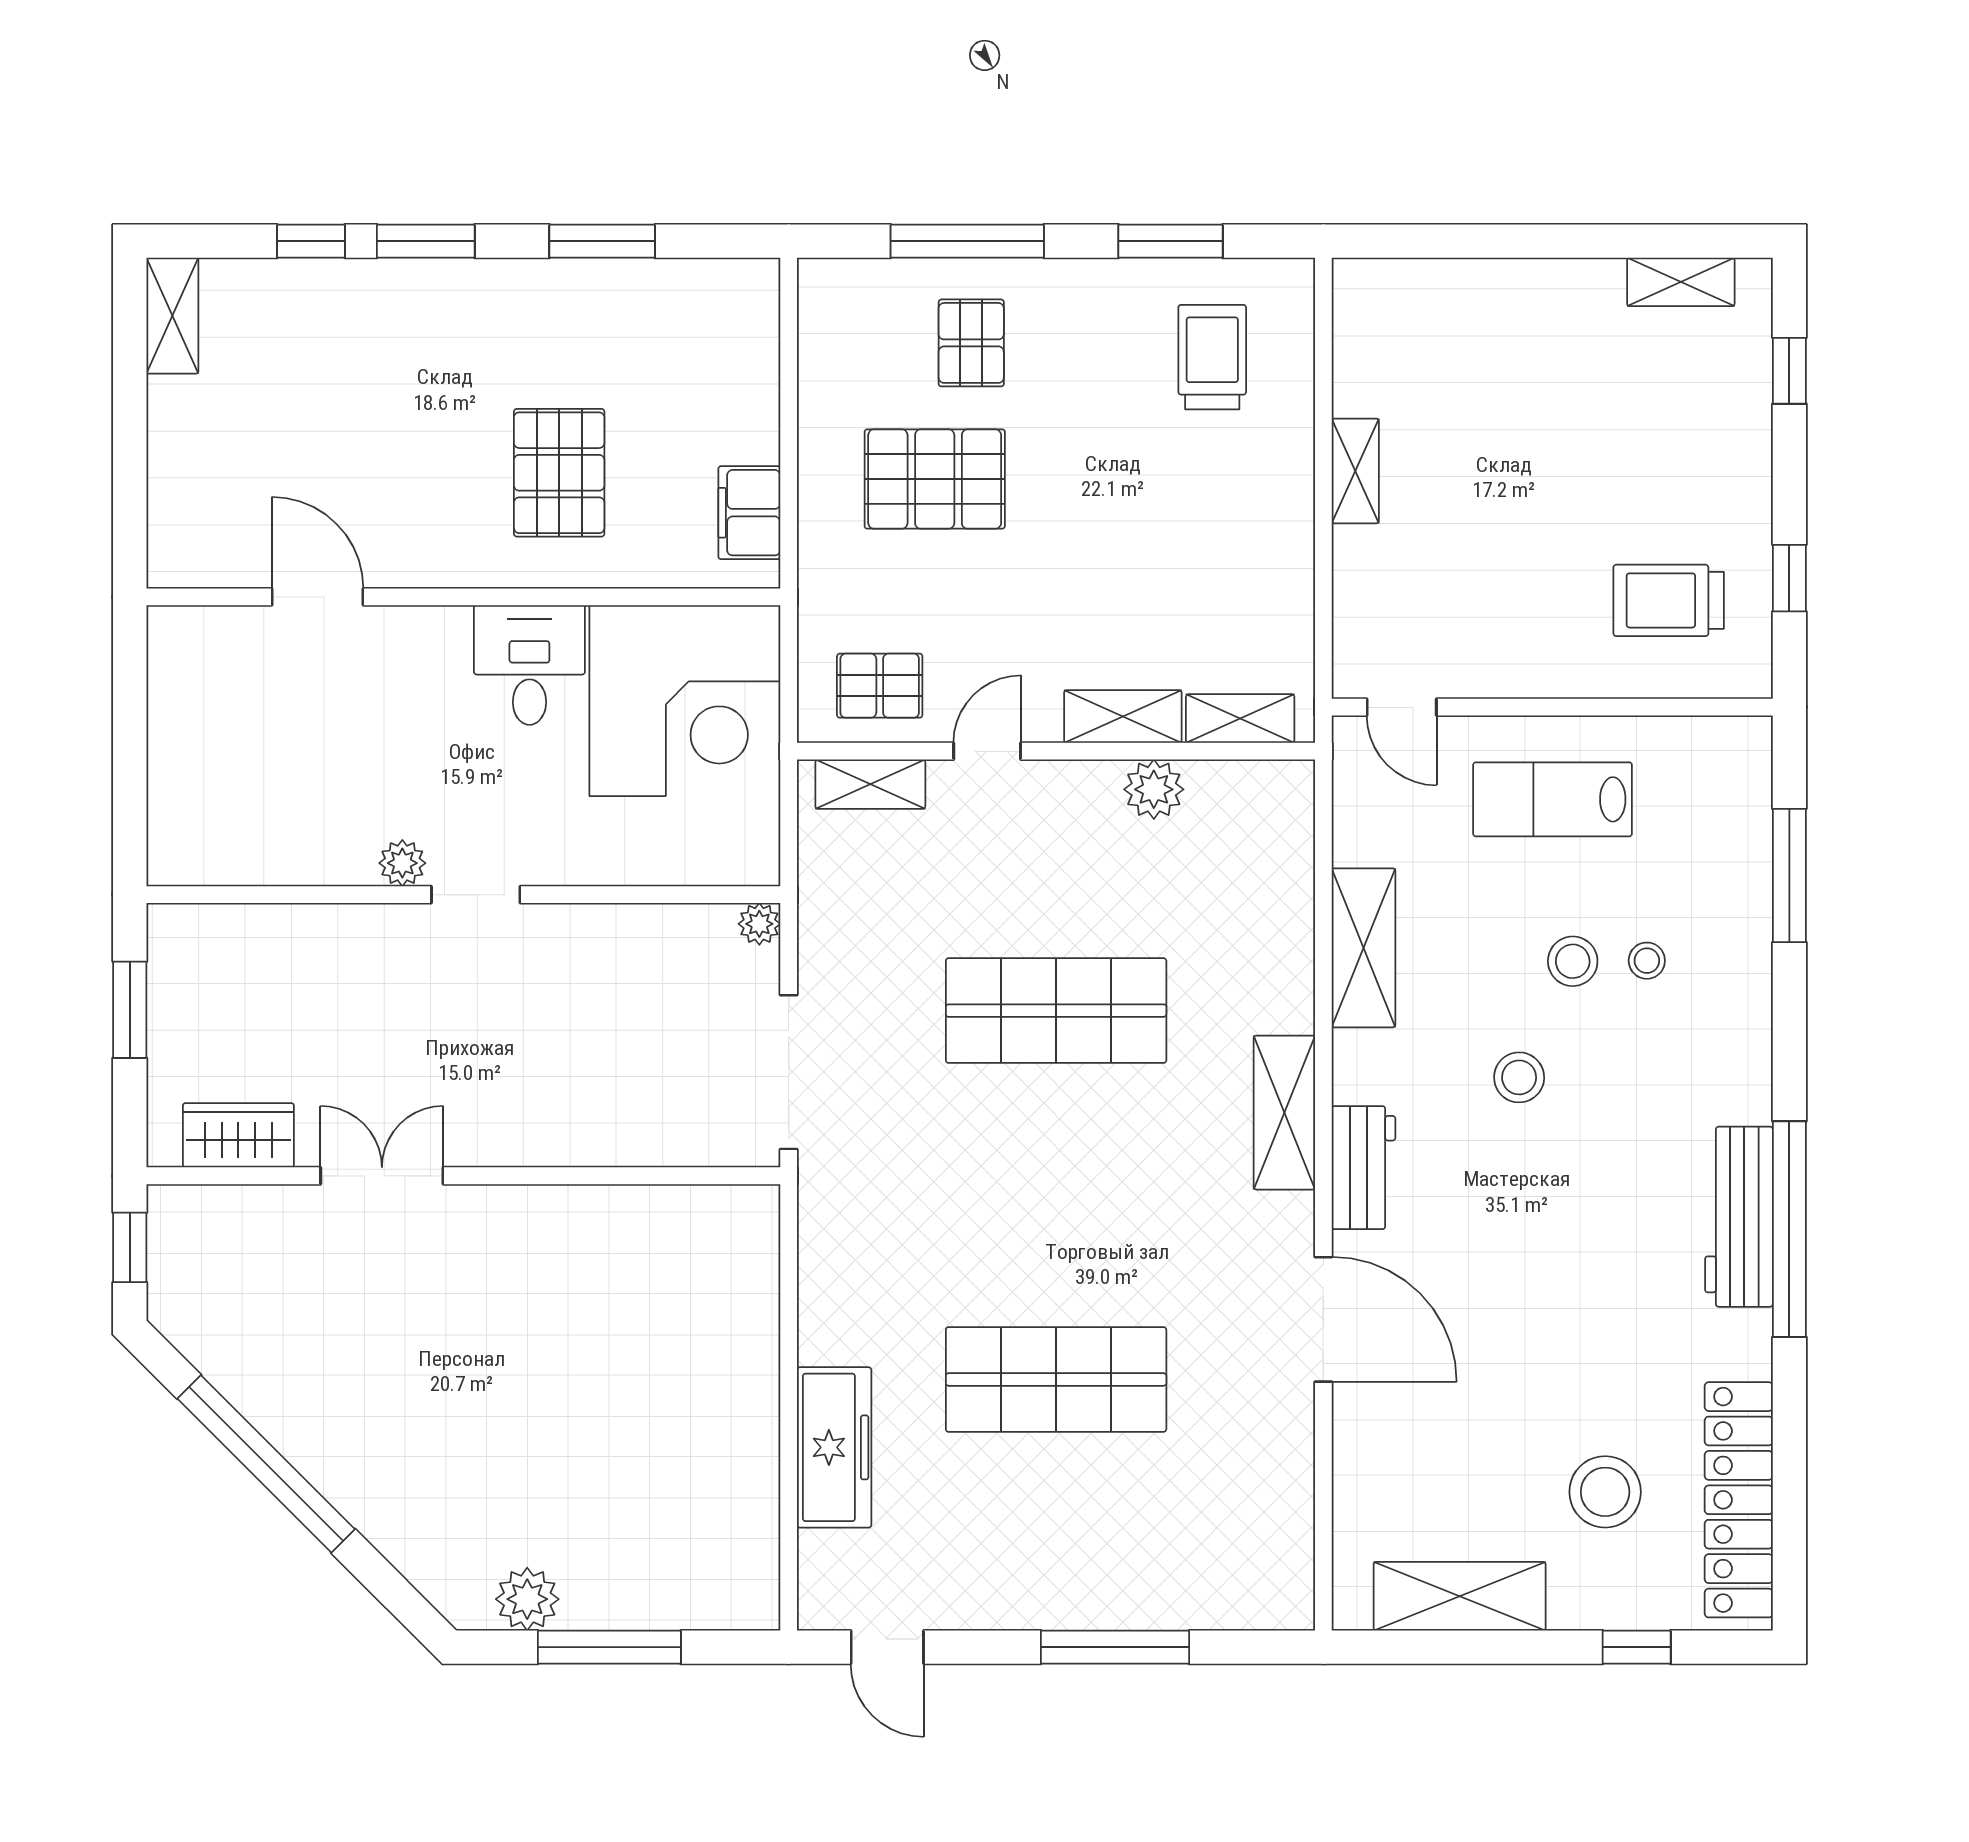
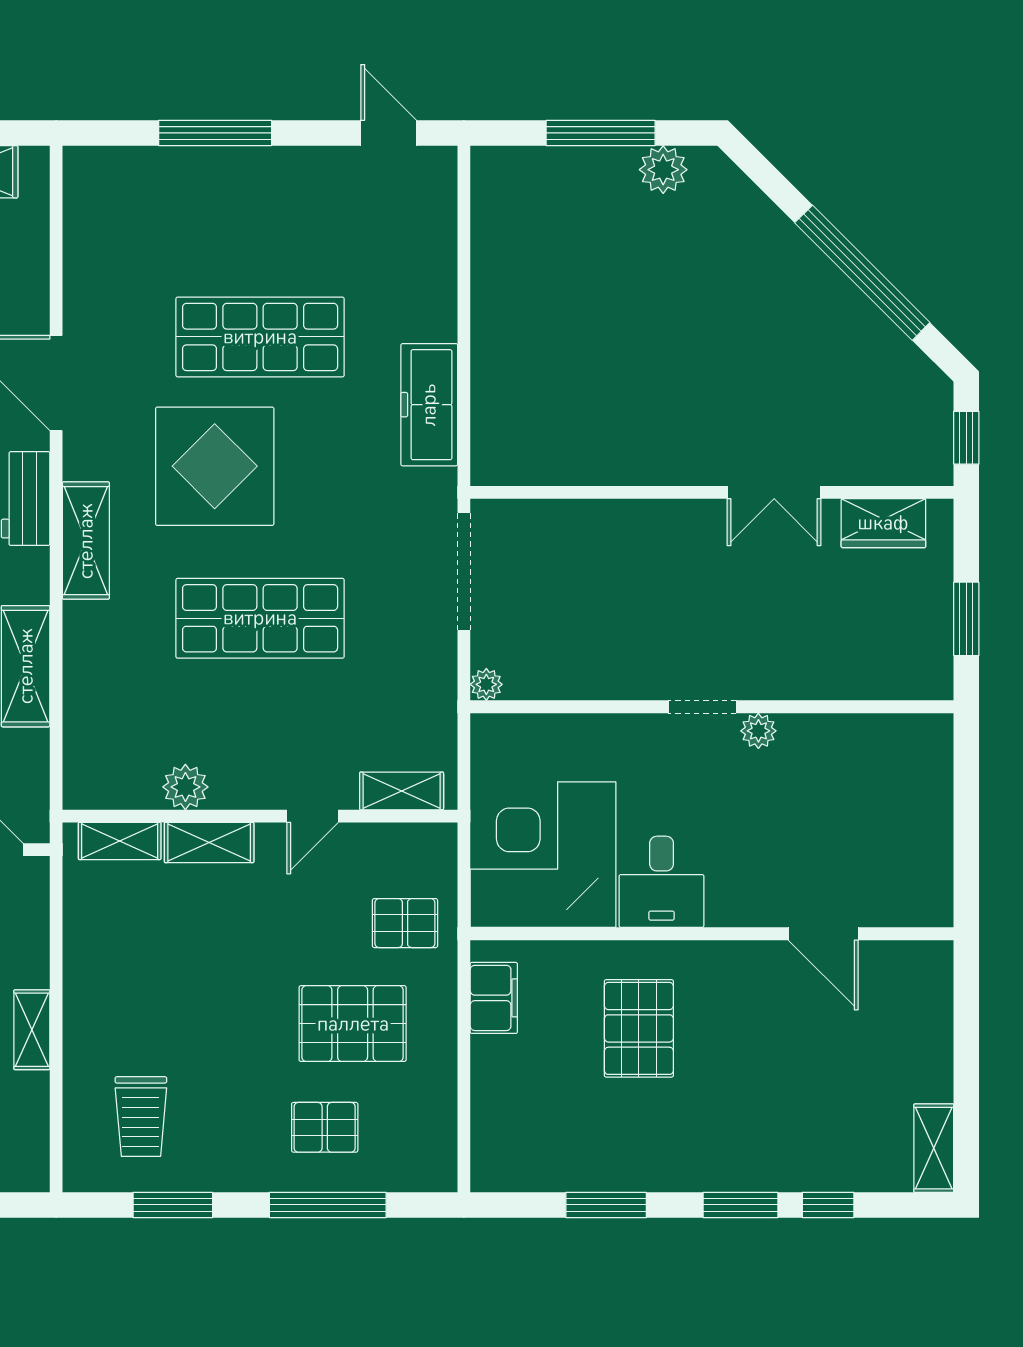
pallet: (971, 343) -> (325, 1127), turned 90
pallet: (880, 686) -> (405, 923), moved
display table: (1115, 1210) -> (215, 466), added
freezer: (834, 1447) -> (429, 405), moved

